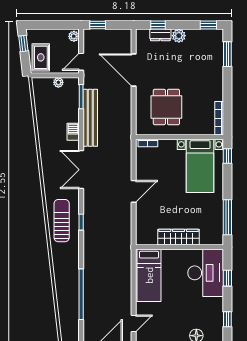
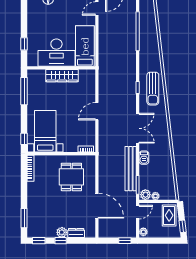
window: (158, 25) -> (61, 241), moved
plant: (71, 84) -> (145, 195), added
desk: (206, 273) -> (56, 53), moved, turned -90
window: (227, 319) -> (24, 12), removed

